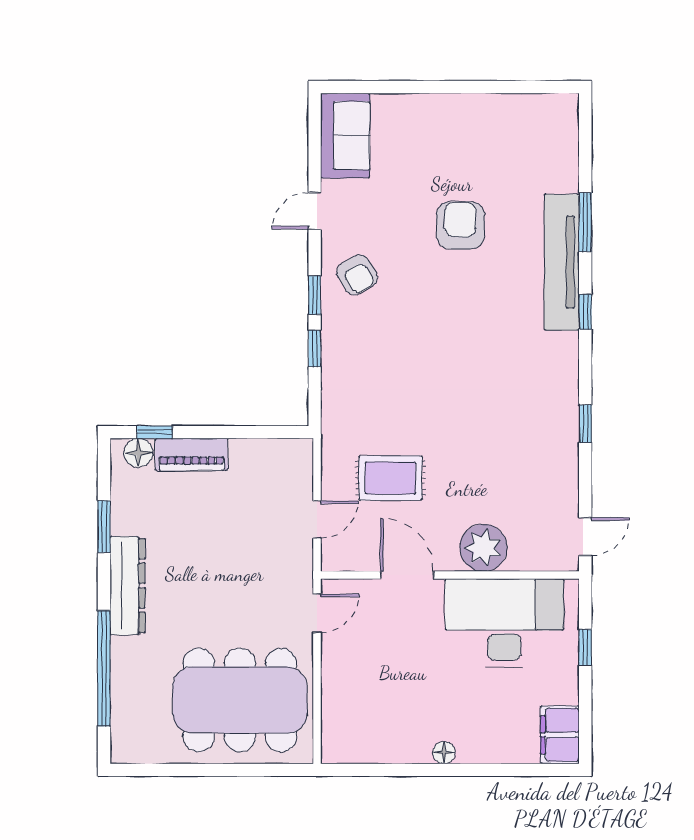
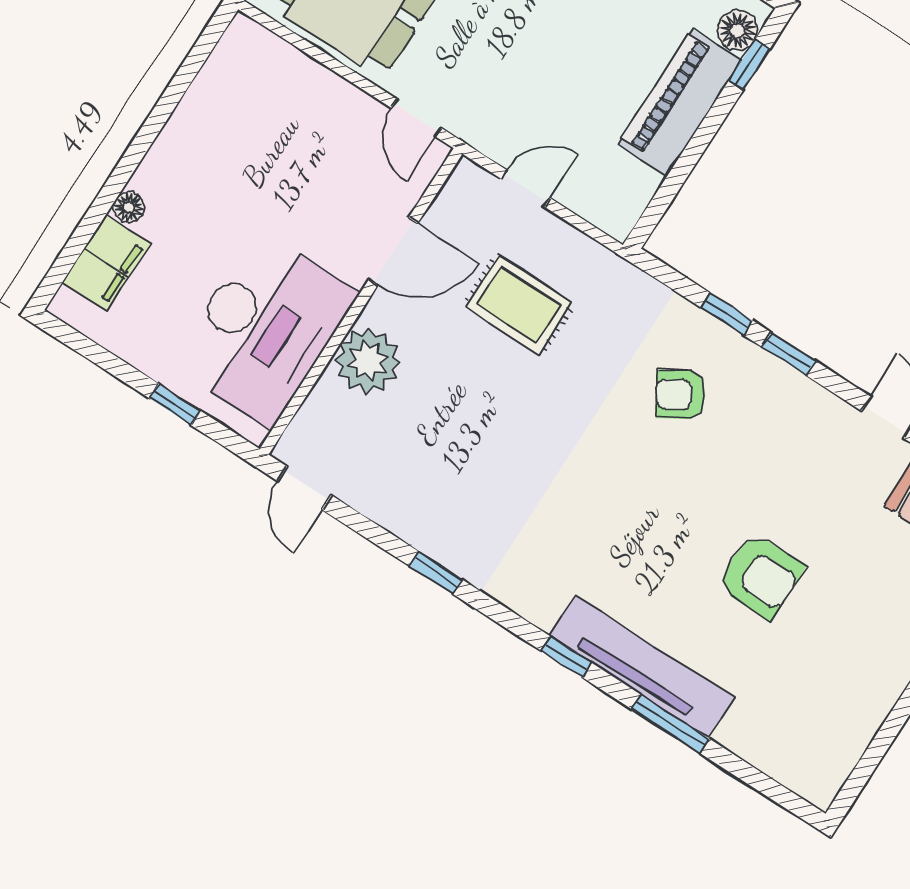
armchair: (357, 275) -> (681, 394), moved
piano: (192, 454) -> (680, 102), width x1.37, depth x1.33
rug: (390, 478) -> (519, 305), turned 90
door: (317, 520) -> (526, 188), swing flipped
filing cabinet: (560, 735) -> (106, 263), moved, turned 90
floor lamp: (444, 753) -> (129, 207), moved

